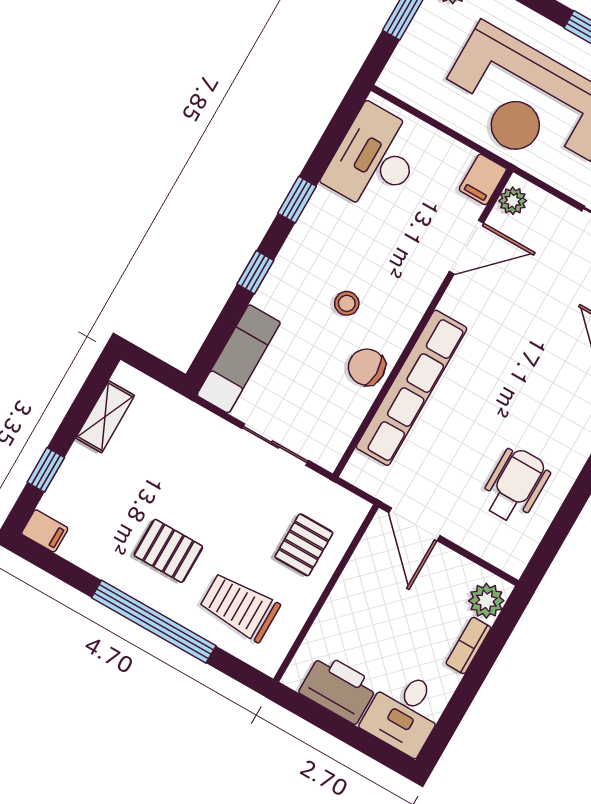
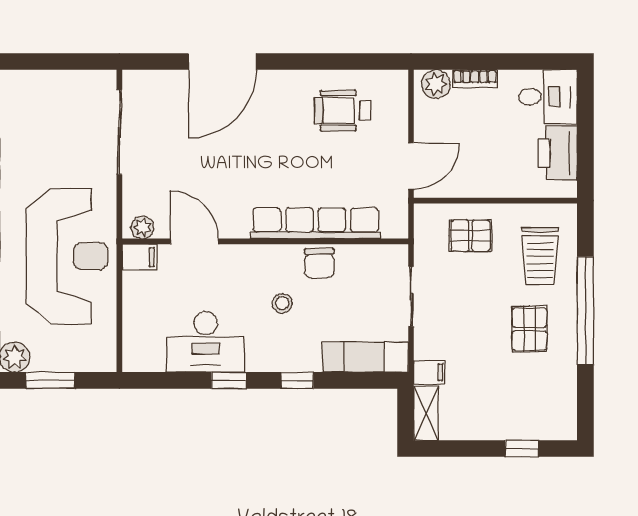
desk: (375, 159) -> (206, 342), moved
shelving: (105, 417) -> (426, 413), moved, turned 90
filing cabinet: (45, 531) -> (429, 372), moved, turned 90

